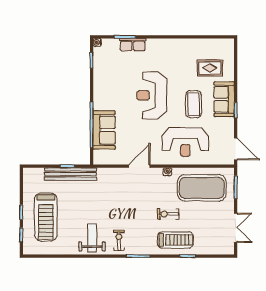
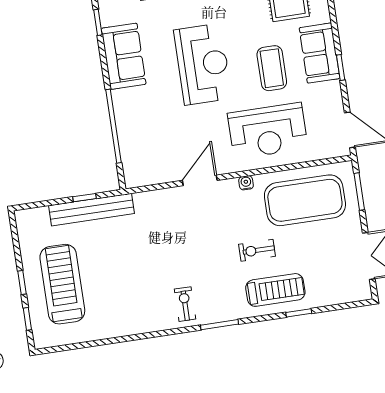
reception desk: (152, 95) -> (203, 64), turned 180
sofa: (104, 130) -> (124, 56), moved
treadmill: (46, 217) -> (62, 284), turned 180
weight bench: (92, 238) -> (141, 307), removed

